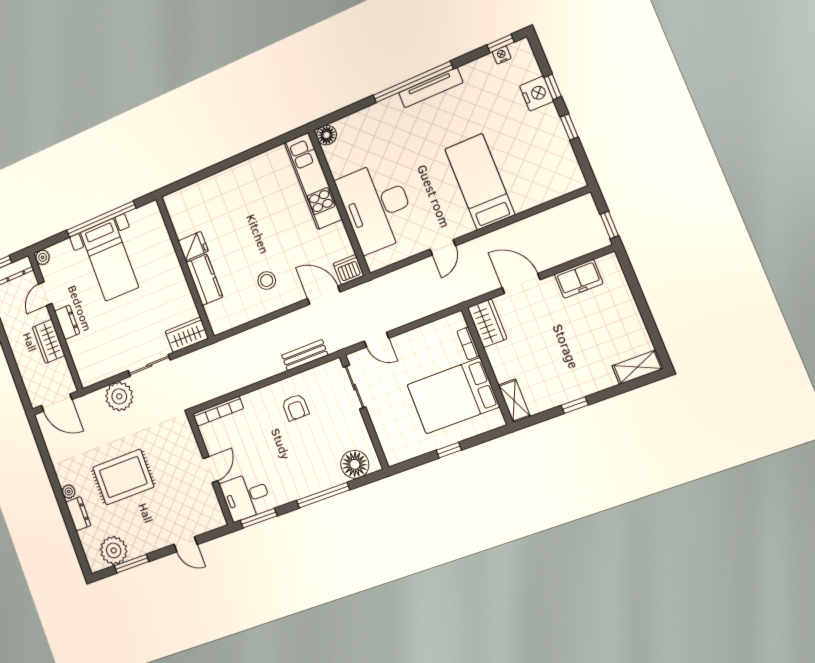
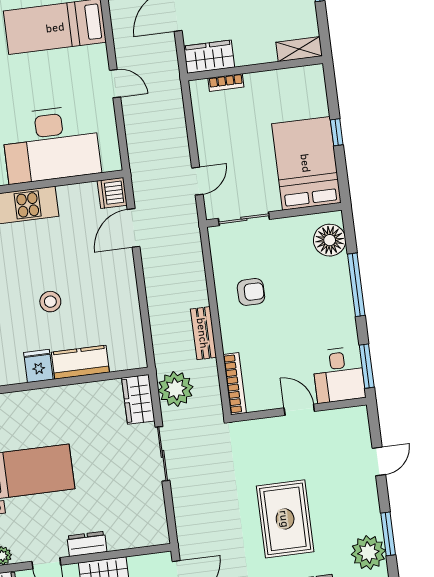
stool: (267, 280) -> (50, 302), moved
bench: (305, 355) -> (203, 333), moved
plant: (119, 396) -> (176, 389), moved
bed: (453, 396) -> (306, 163), moved, turned 180

